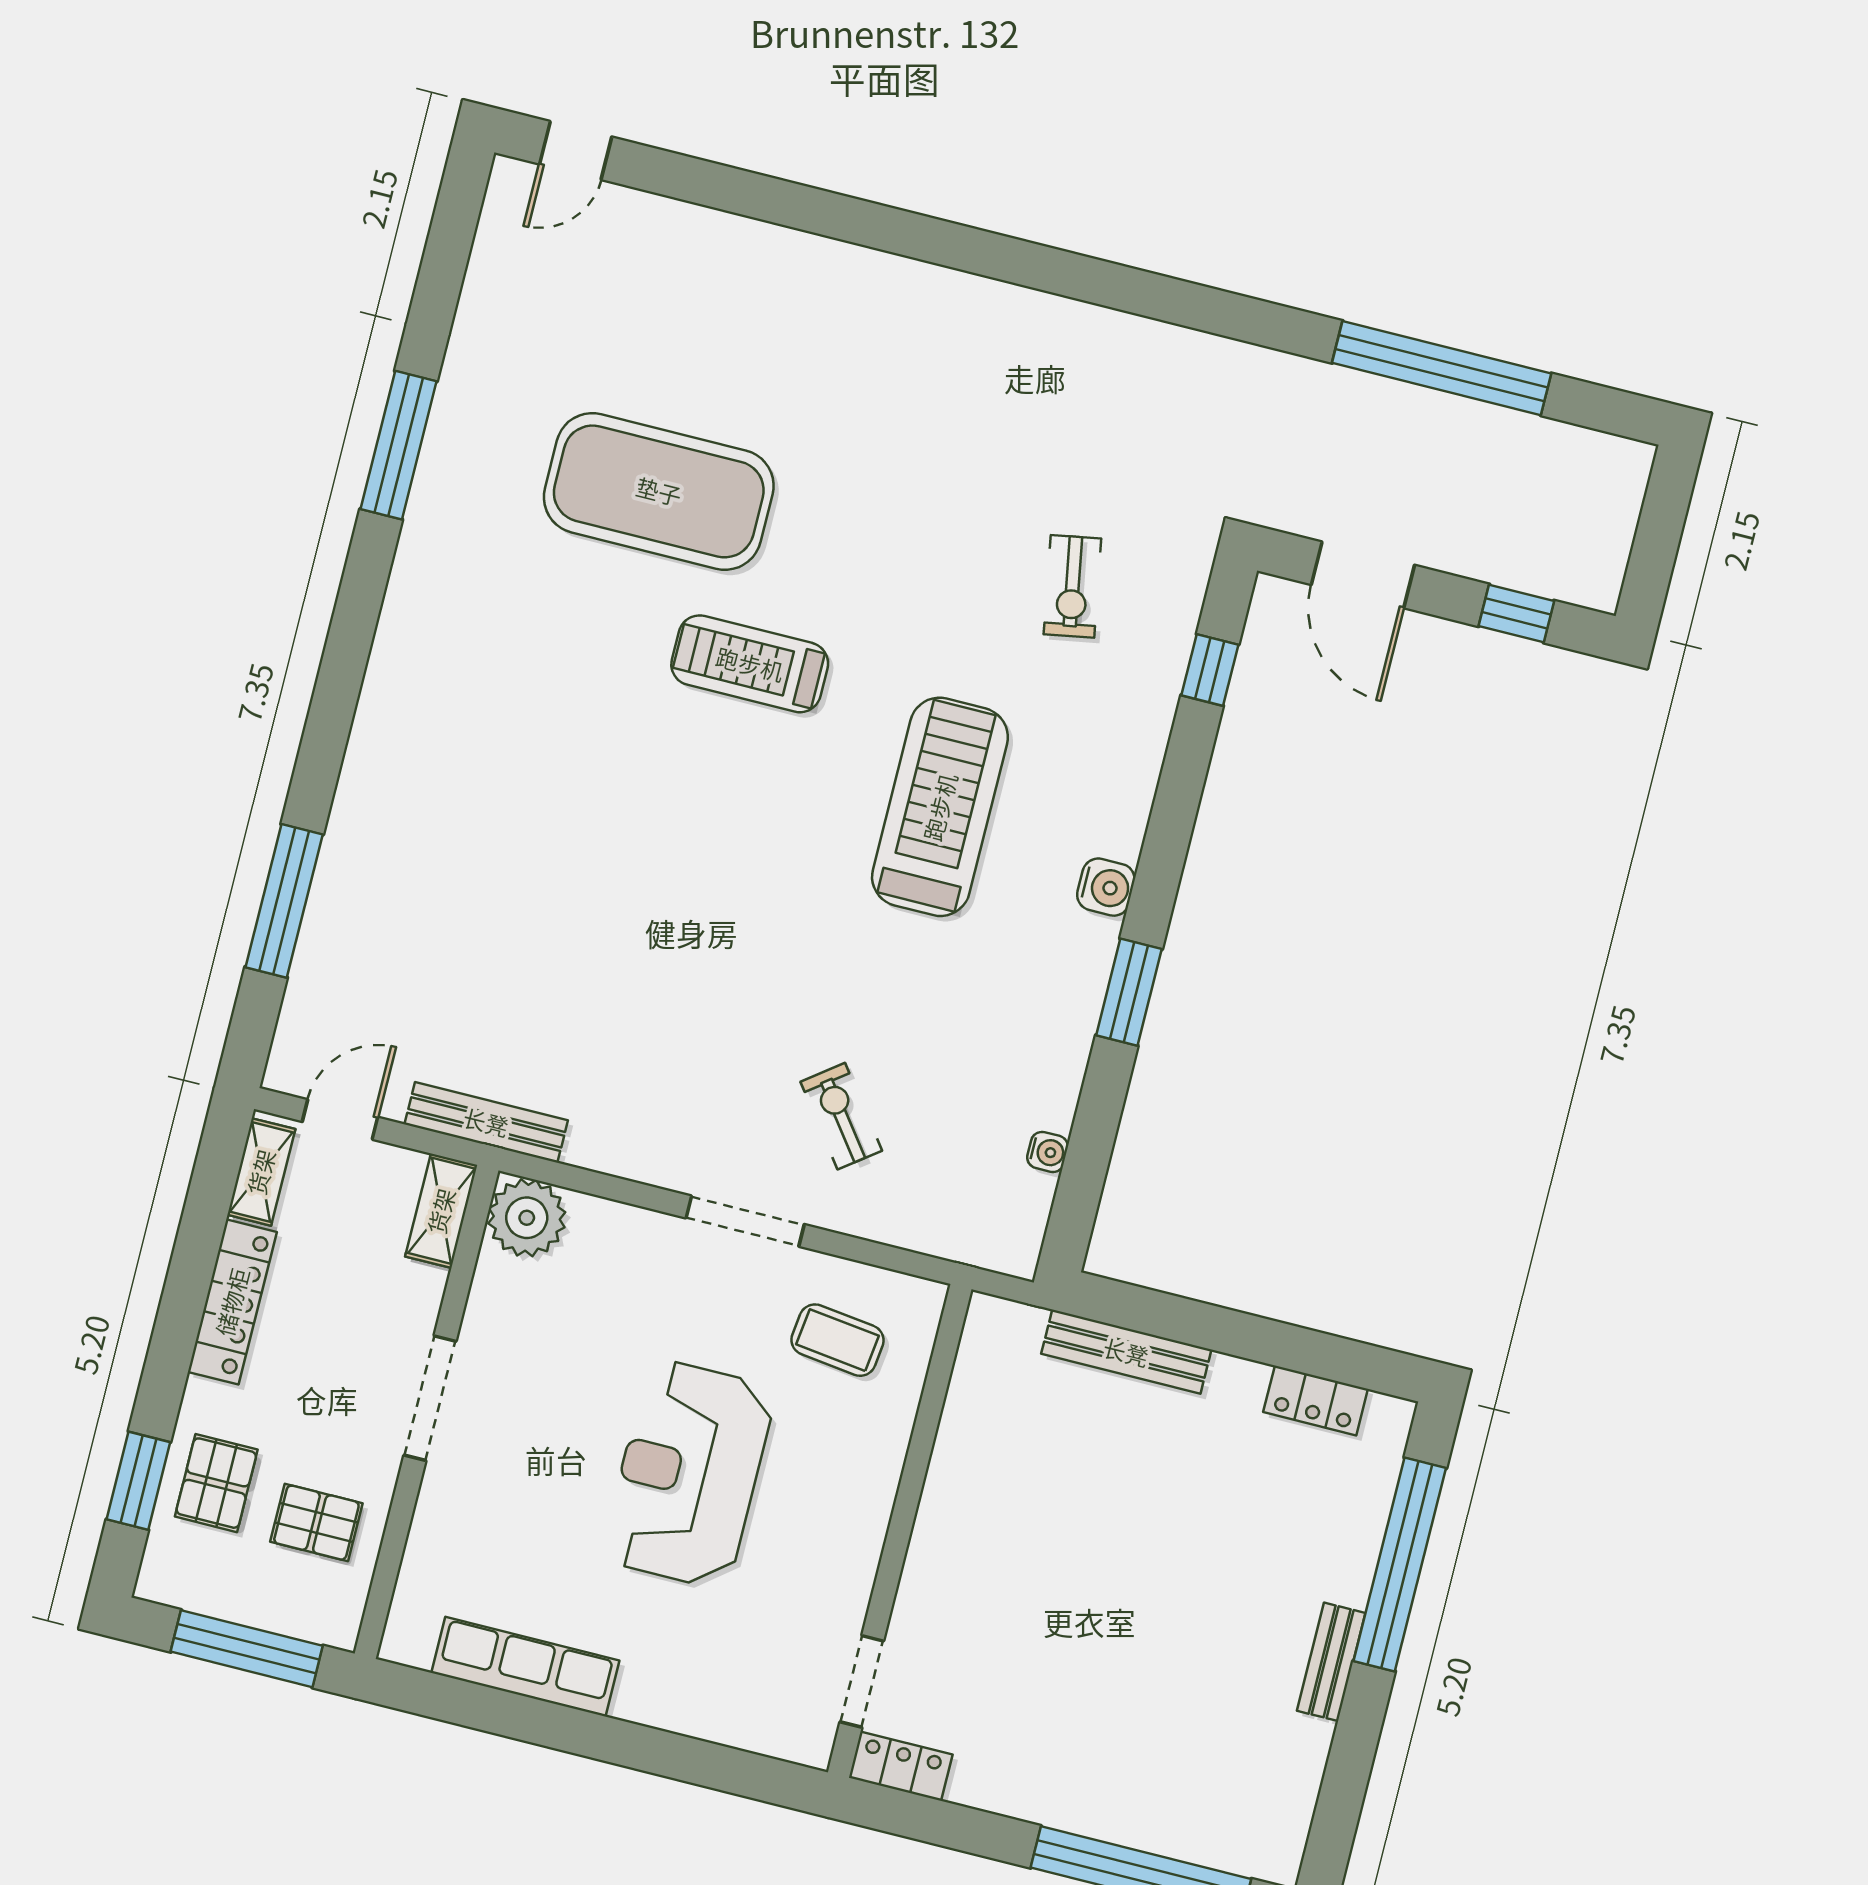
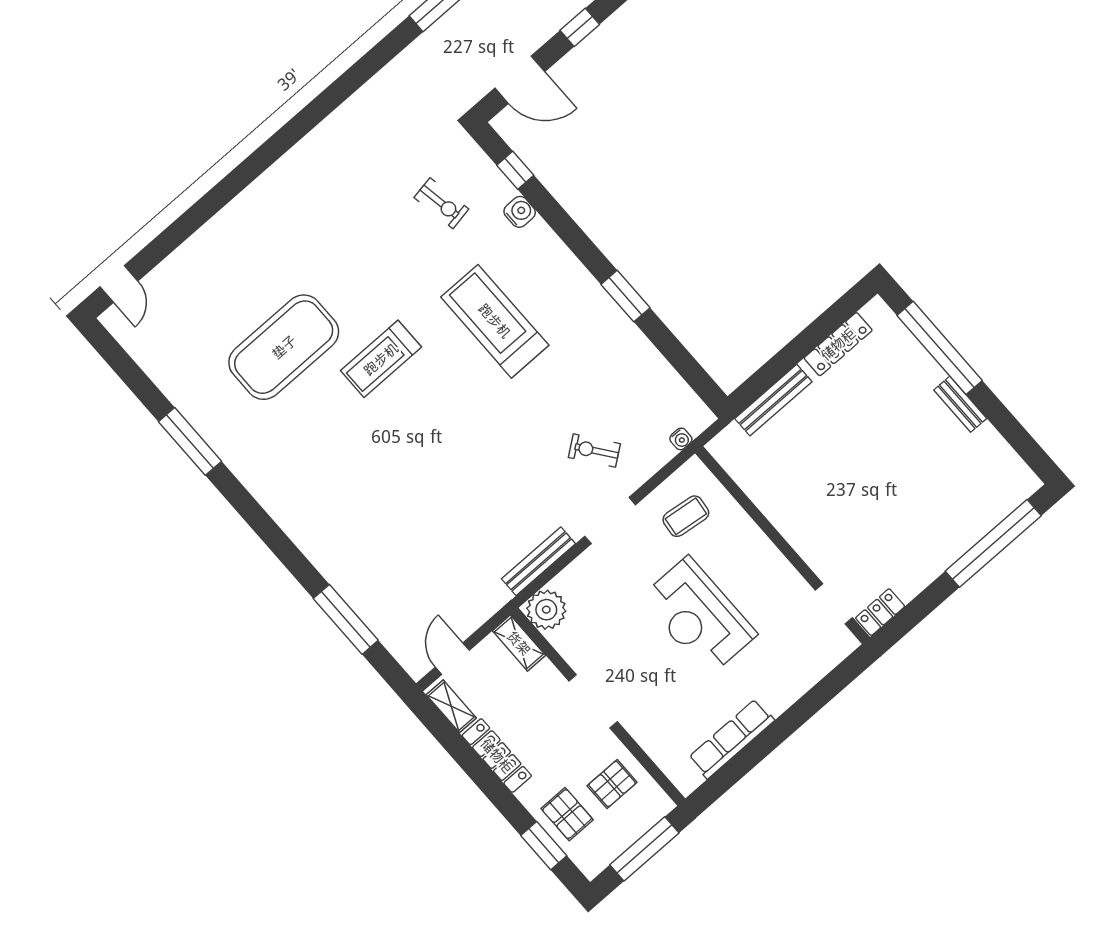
water cooler: (1106, 887) -> (520, 212), moved
bench: (486, 1122) -> (539, 561), moved
water cooler: (1048, 1152) -> (681, 439), moved, turned 90
locker: (1316, 1400) -> (838, 344), width x1.53

